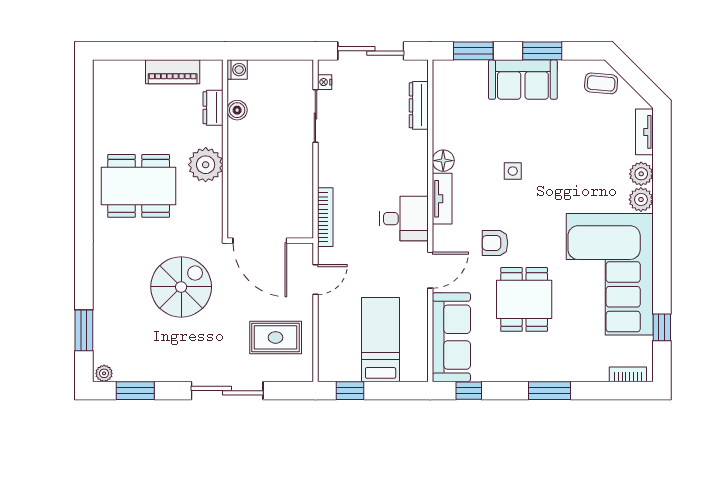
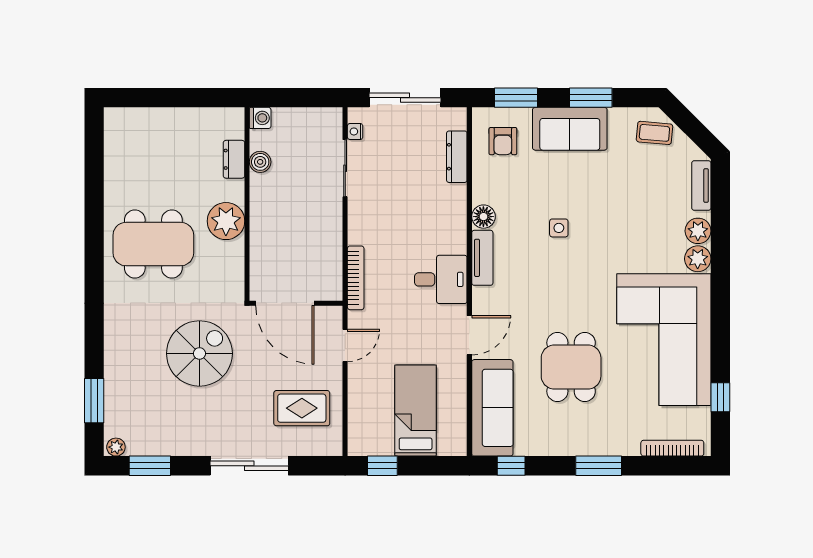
piano: (173, 72) -> (190, 120), removed
armchair: (495, 243) -> (503, 141), moved, turned -90
bookcase: (628, 374) -> (672, 448), width x1.56

